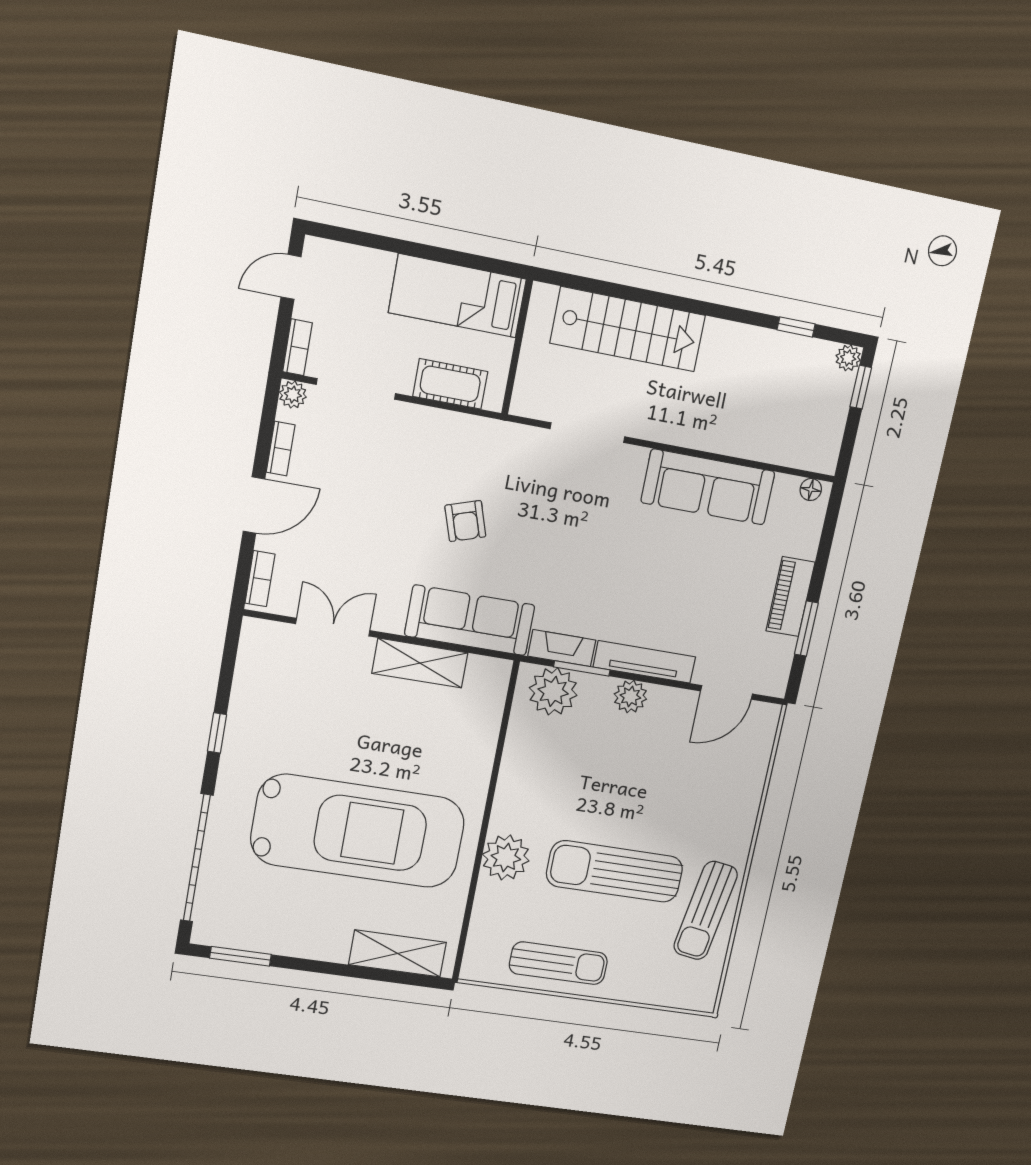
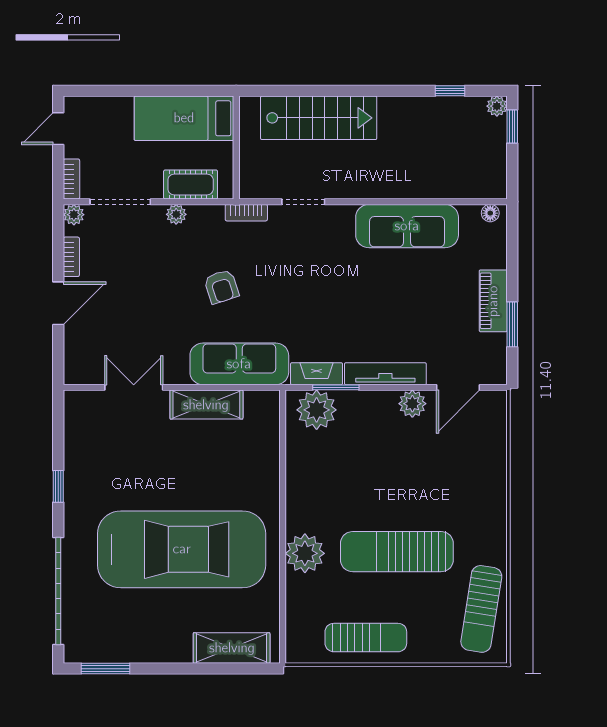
plant: (425, 419) -> (176, 214), added
doorway: (588, 433) -> (303, 202), width x0.73
bookcase: (260, 579) -> (246, 213), moved, turned 90
plant: (630, 697) -> (412, 404), moved
sun lounger: (706, 911) -> (481, 609), moved

